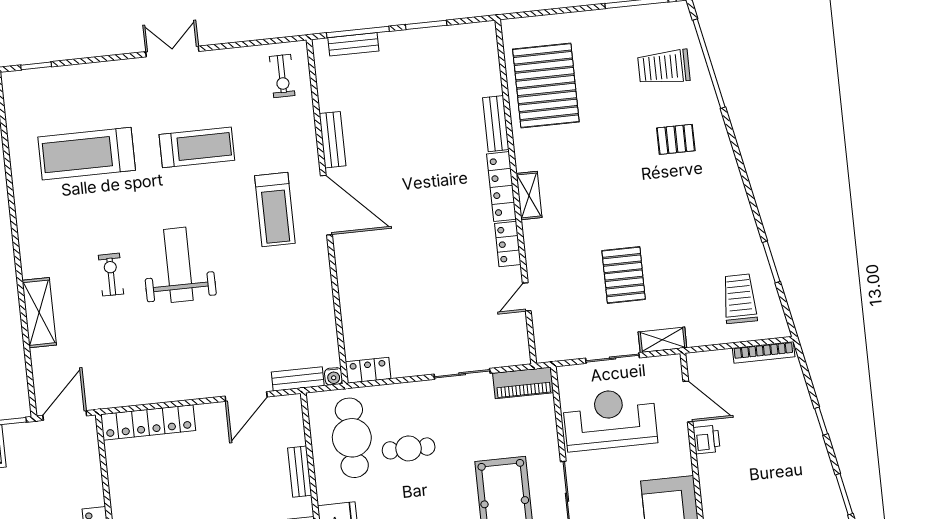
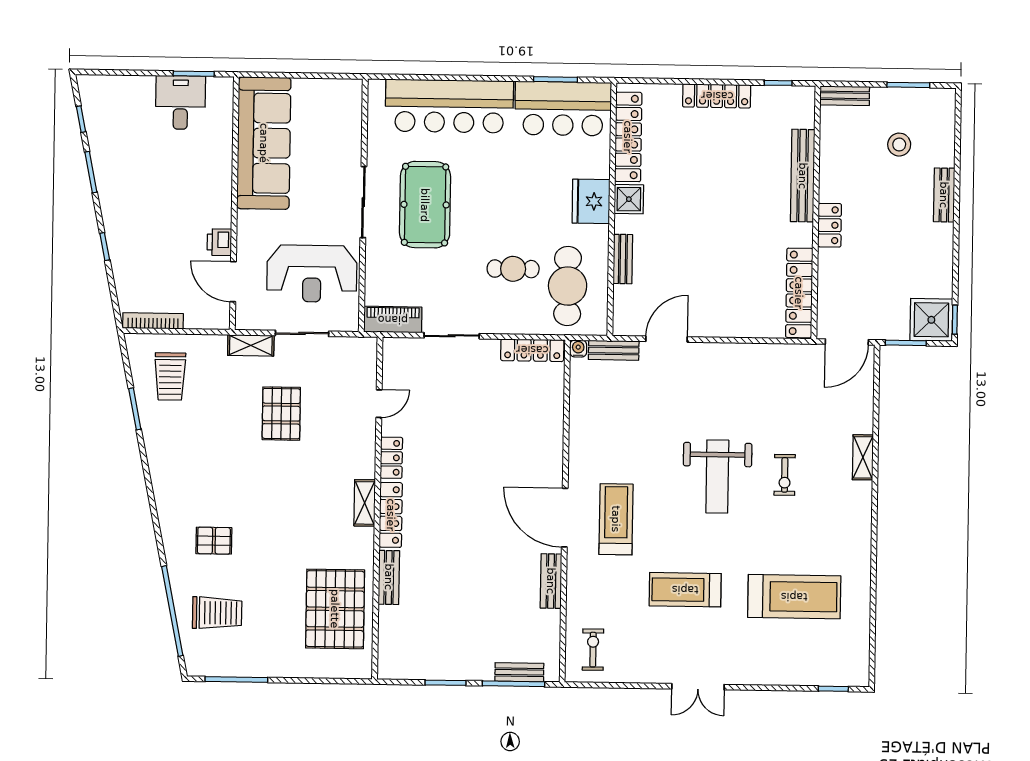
shelving: (39, 313) -> (863, 457), width x0.67, depth x0.75
locker: (368, 370) -> (532, 350), width x1.53
locker: (148, 422) -> (799, 293), moved, turned -90

